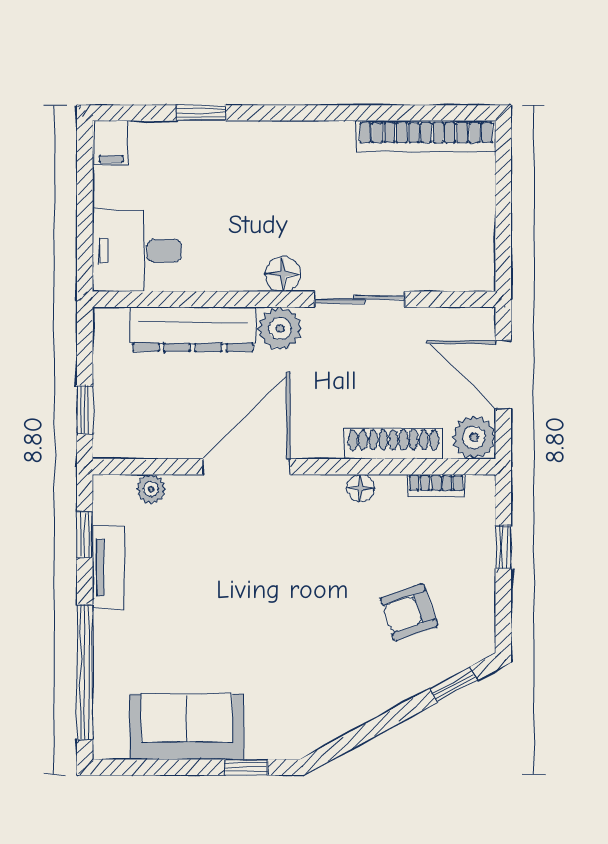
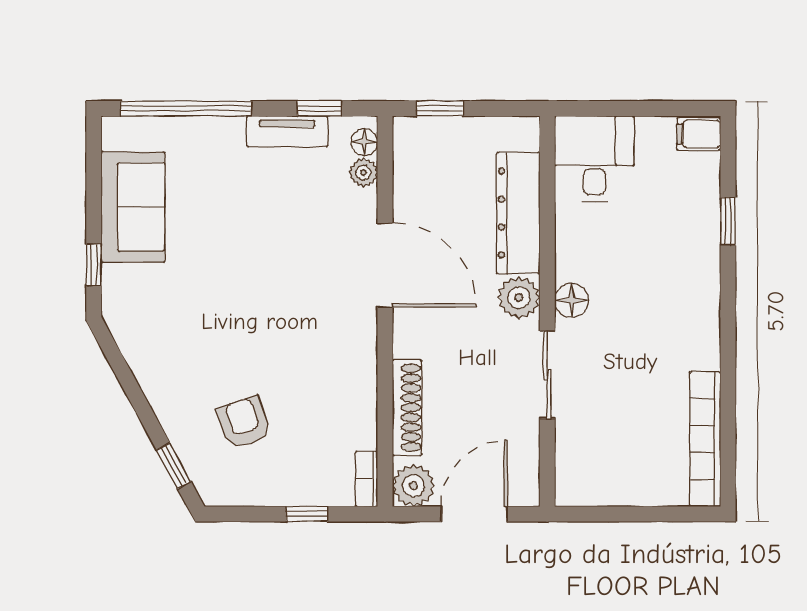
bookcase: (436, 486) -> (367, 479), moved
floor lamp: (361, 488) -> (364, 142), moved

